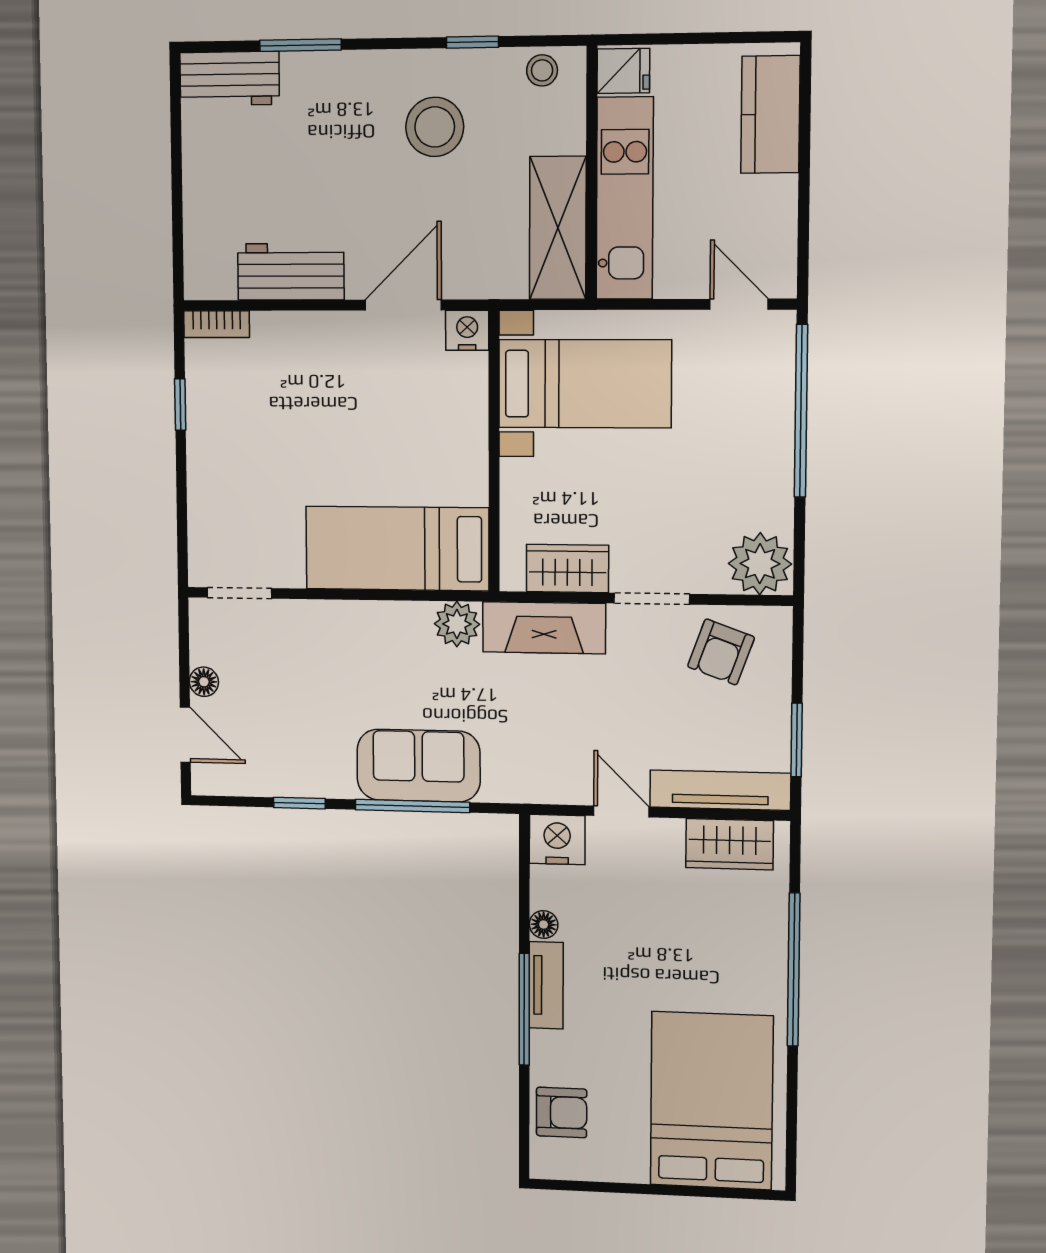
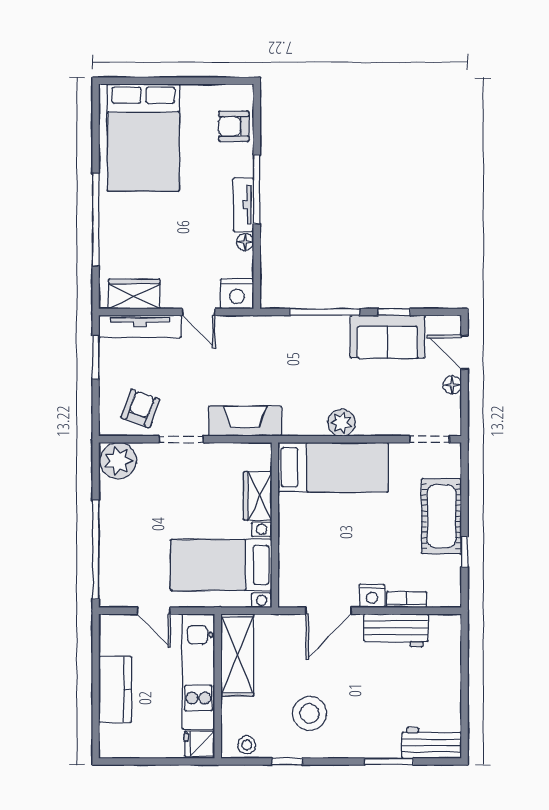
kitchen counter: (770, 114) -> (115, 689), moved
door: (739, 304) -> (154, 611), moved
bookcase: (217, 324) -> (407, 600), moved
nightstand: (467, 330) -> (372, 596), moved
cot: (219, 465) -> (441, 516), added
wardrobe: (568, 569) -> (258, 496), moved, turned 90
plant: (457, 624) -> (342, 423), moved
sofa: (418, 766) -> (388, 337), moved

